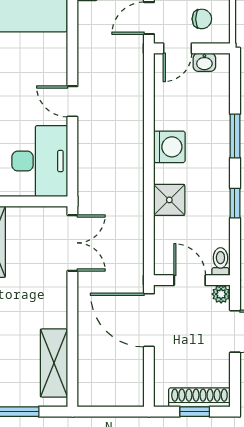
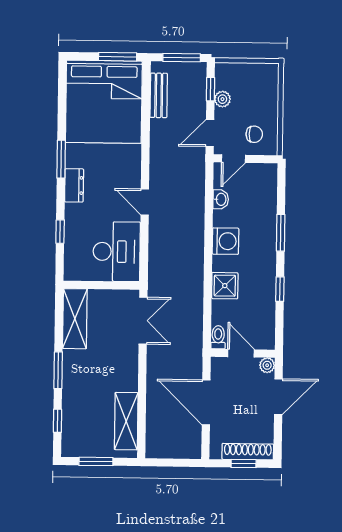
washbasin: (204, 62) -> (221, 199), moved, turned -90
toilet: (220, 262) -> (218, 337), moved
door: (149, 320) -> (206, 402), moved

